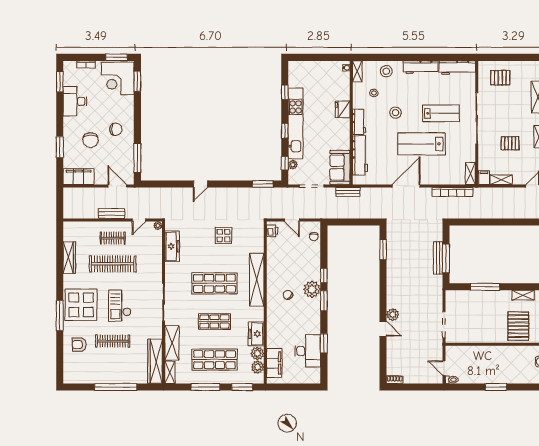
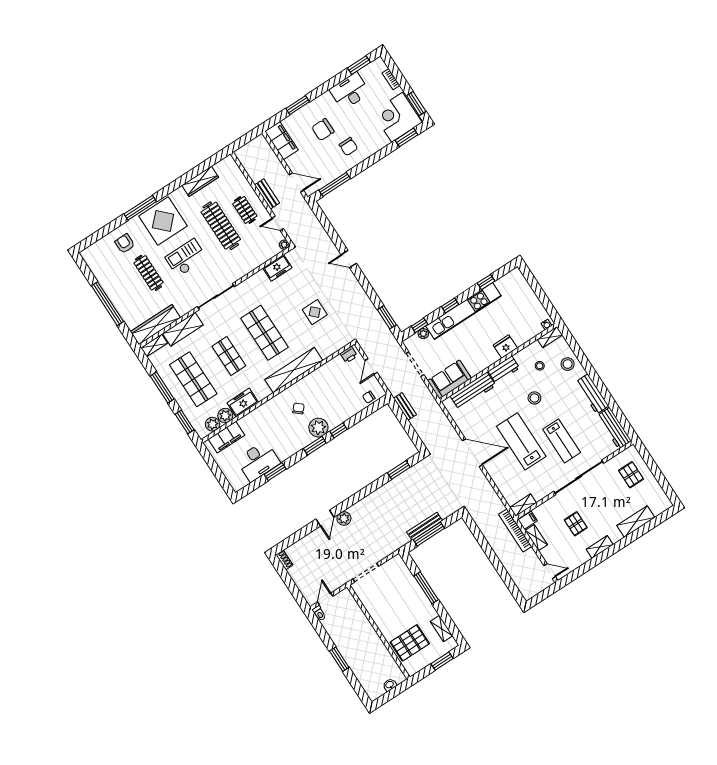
door: (117, 186) -> (296, 183), hinge flipped
bench: (348, 192) -> (405, 406), moved
bookcase: (452, 192) -> (515, 530), moved
freezer: (172, 246) -> (277, 268), width x0.71

